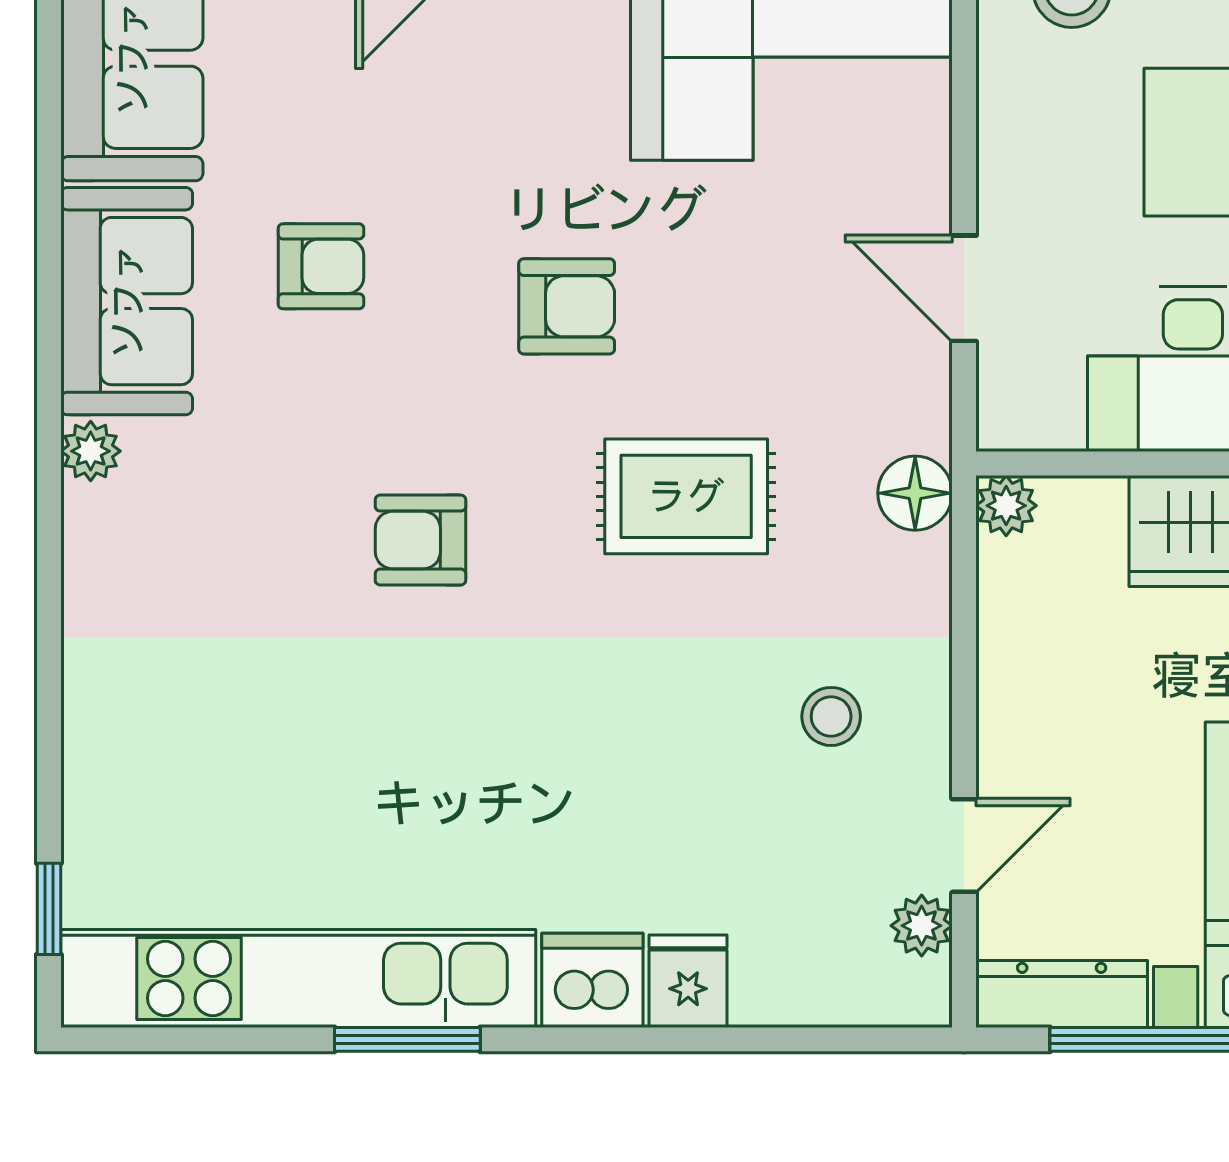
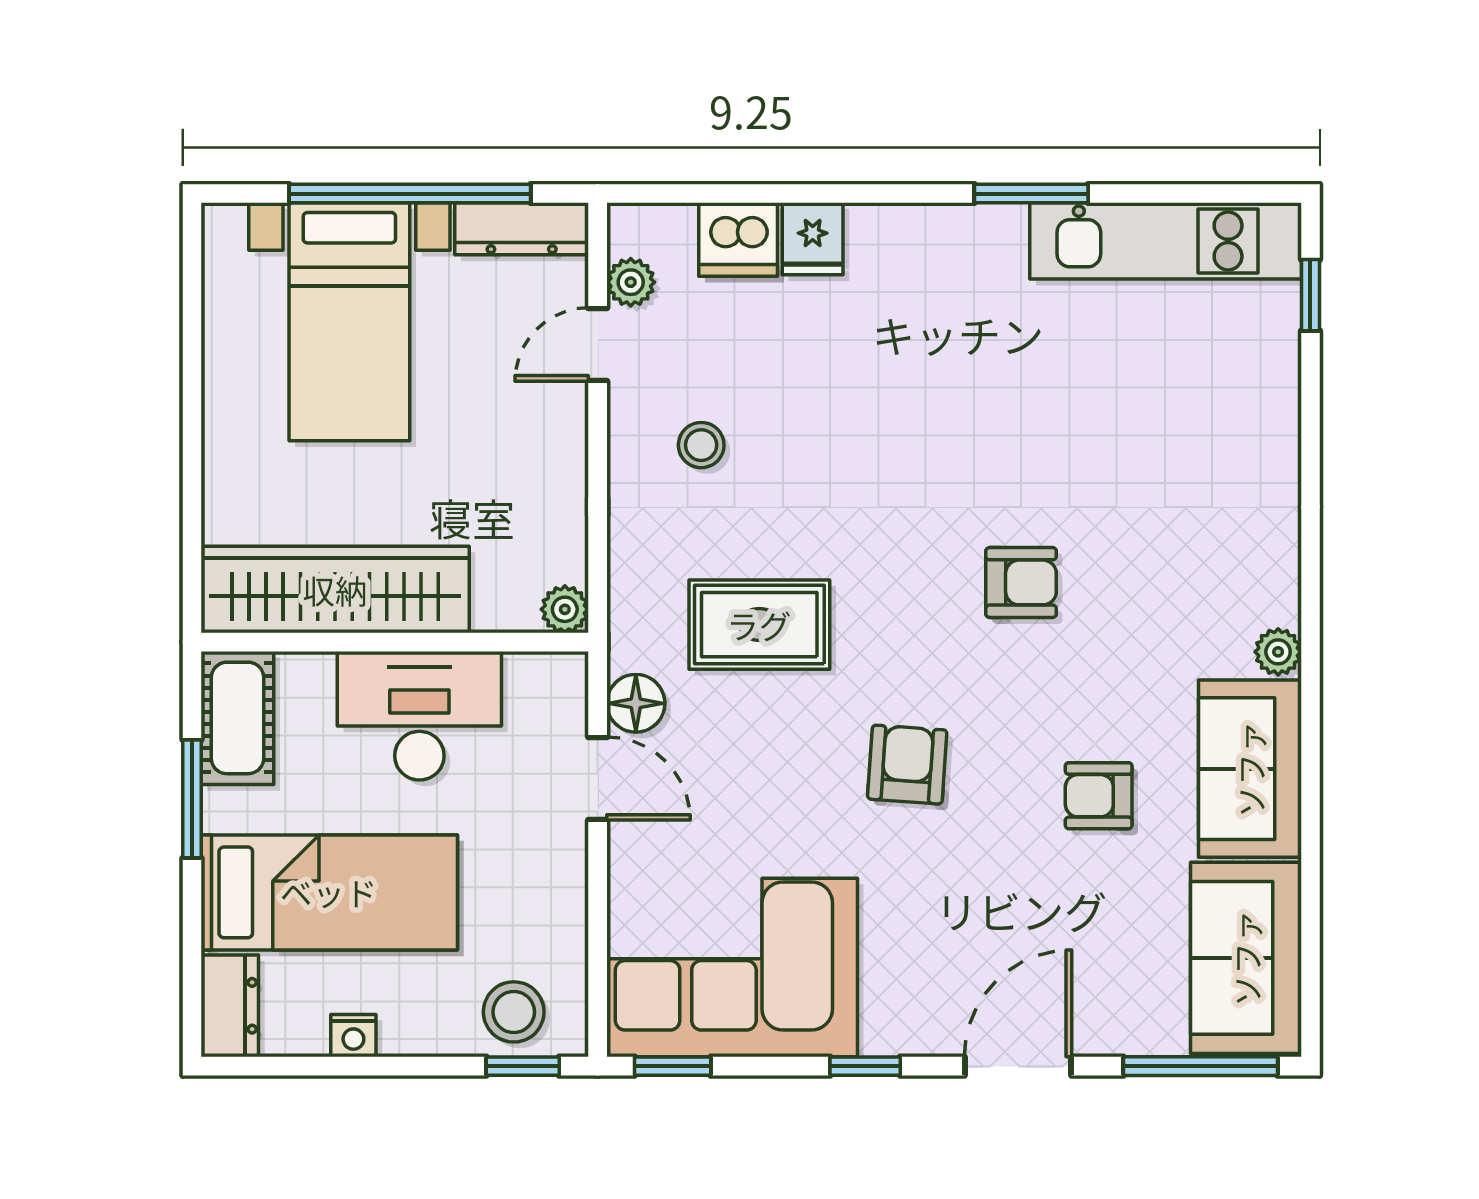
armchair: (567, 306) -> (907, 765), turned 94
floor lamp: (915, 493) -> (636, 703), moved
rug: (686, 496) -> (759, 625), moved
kitchen unit: (298, 978) -> (1166, 241), width x0.73
dishwasher: (592, 980) -> (738, 239), moved

